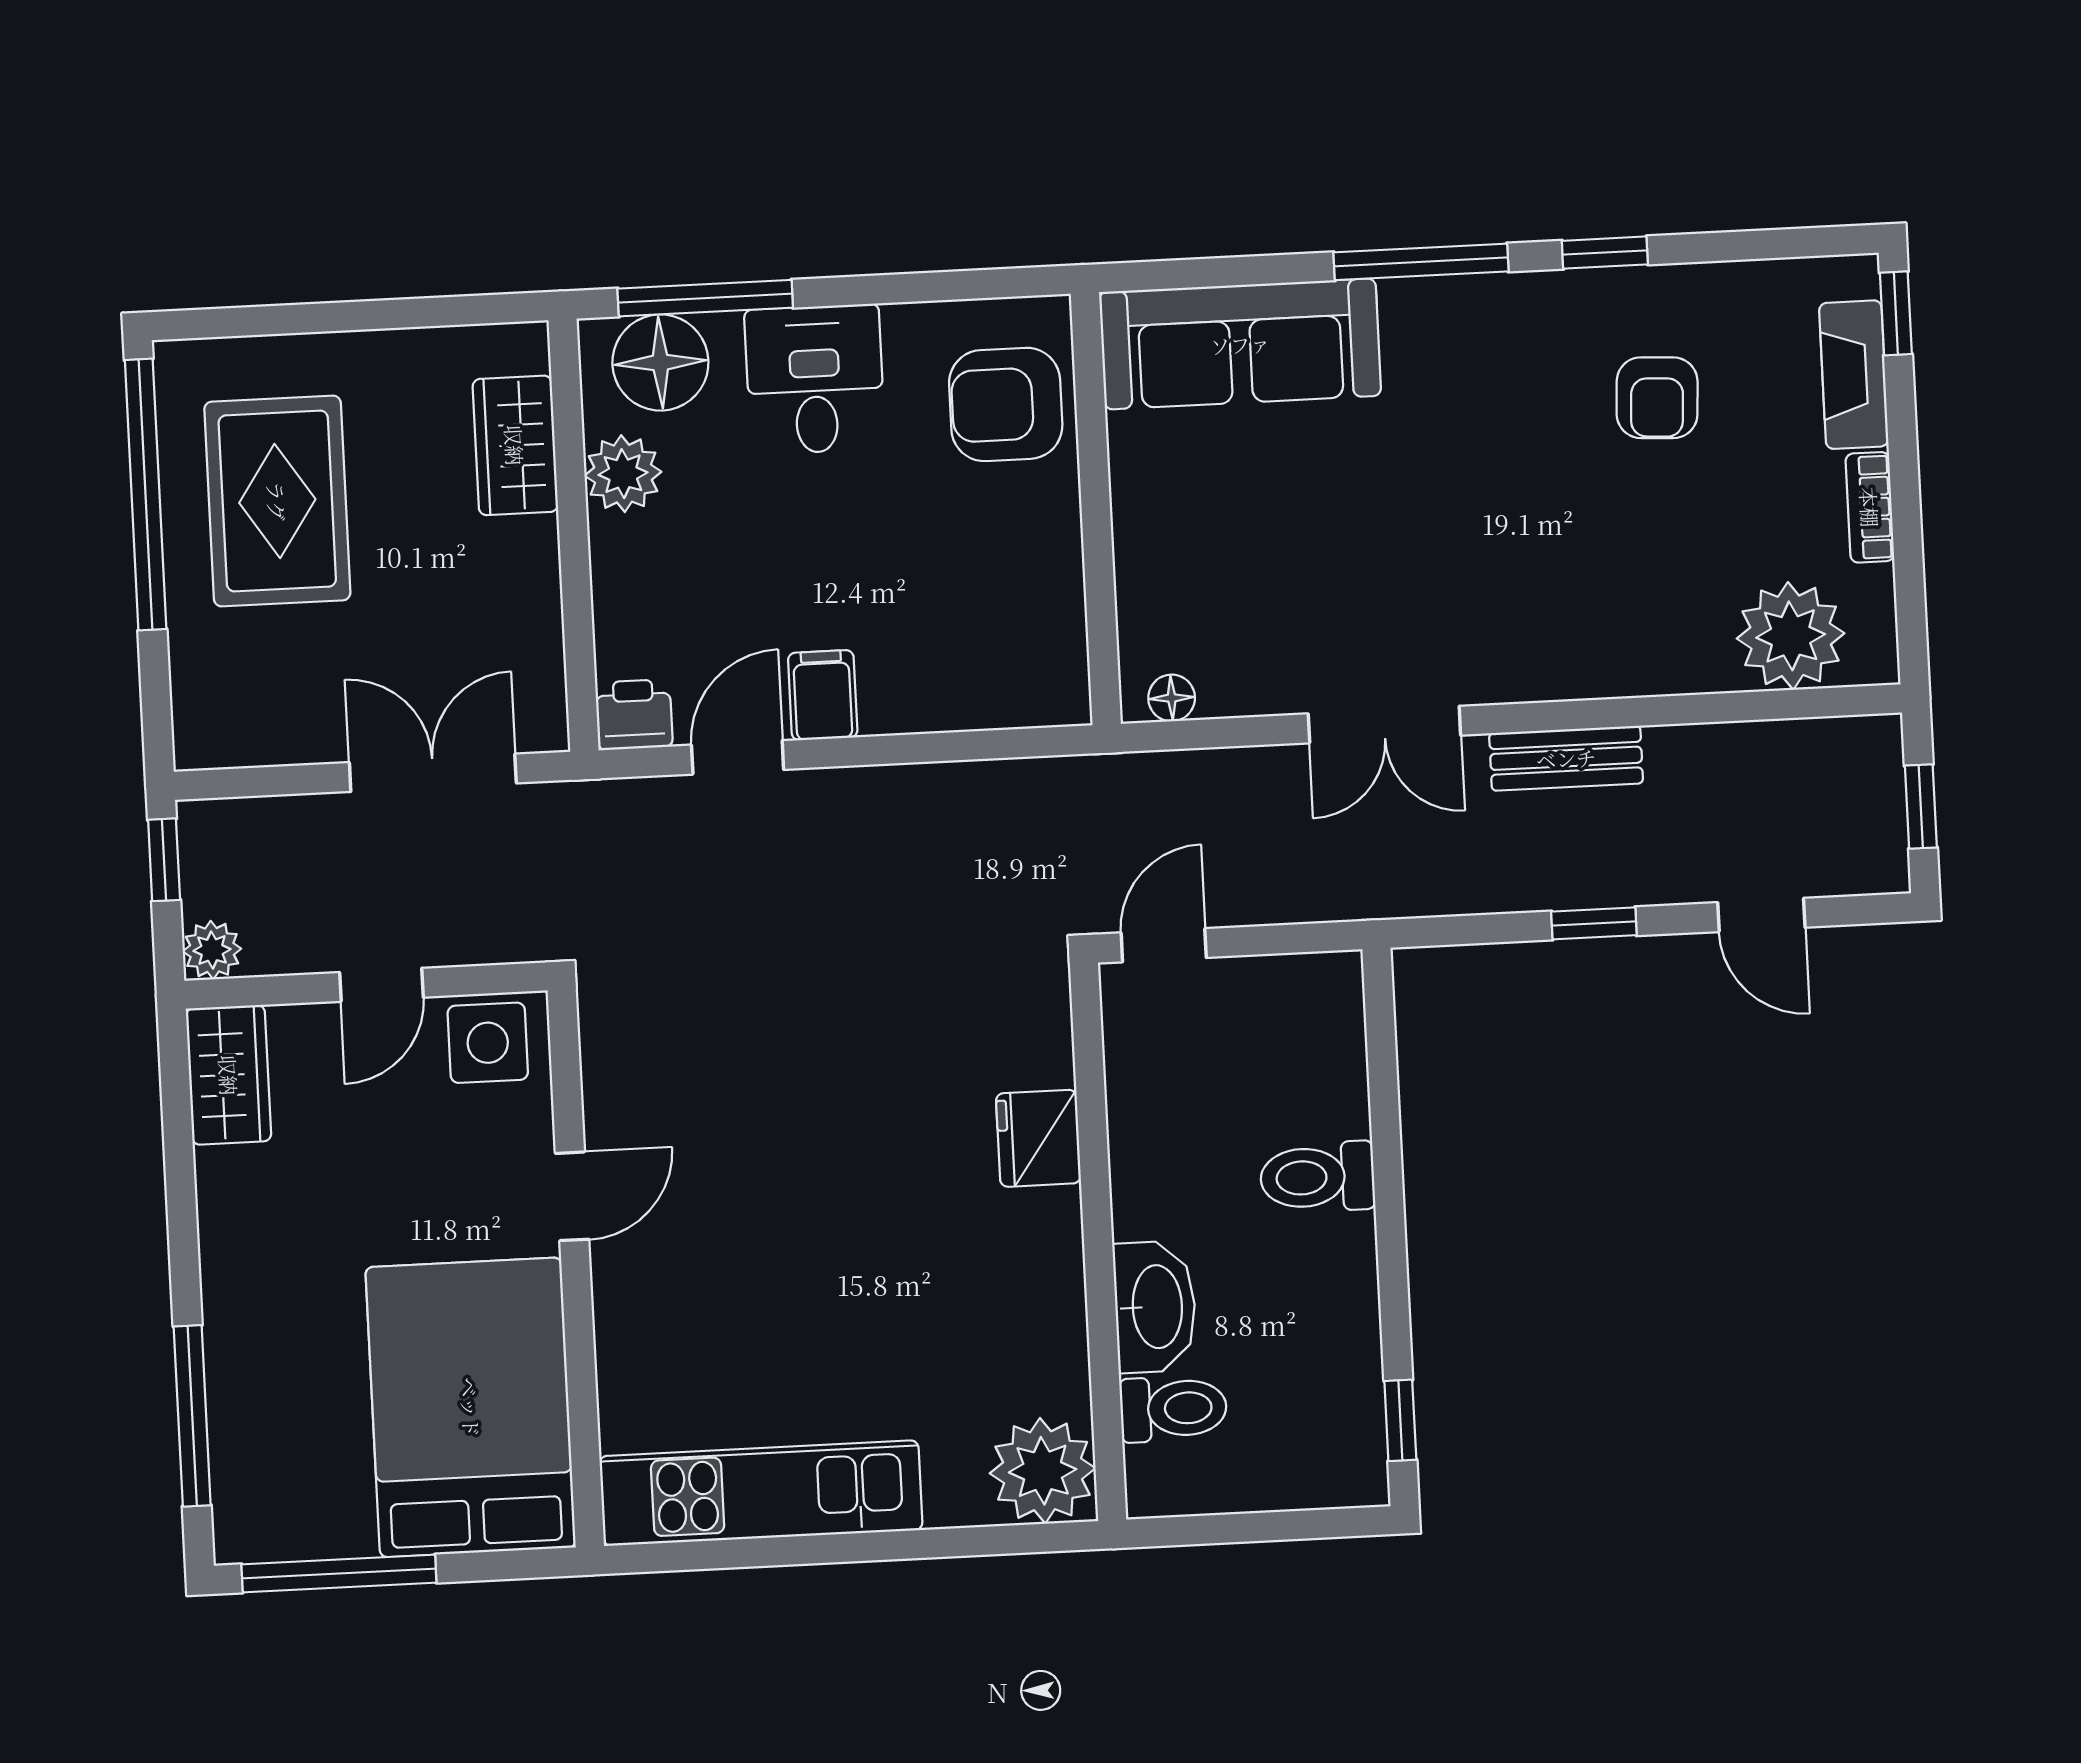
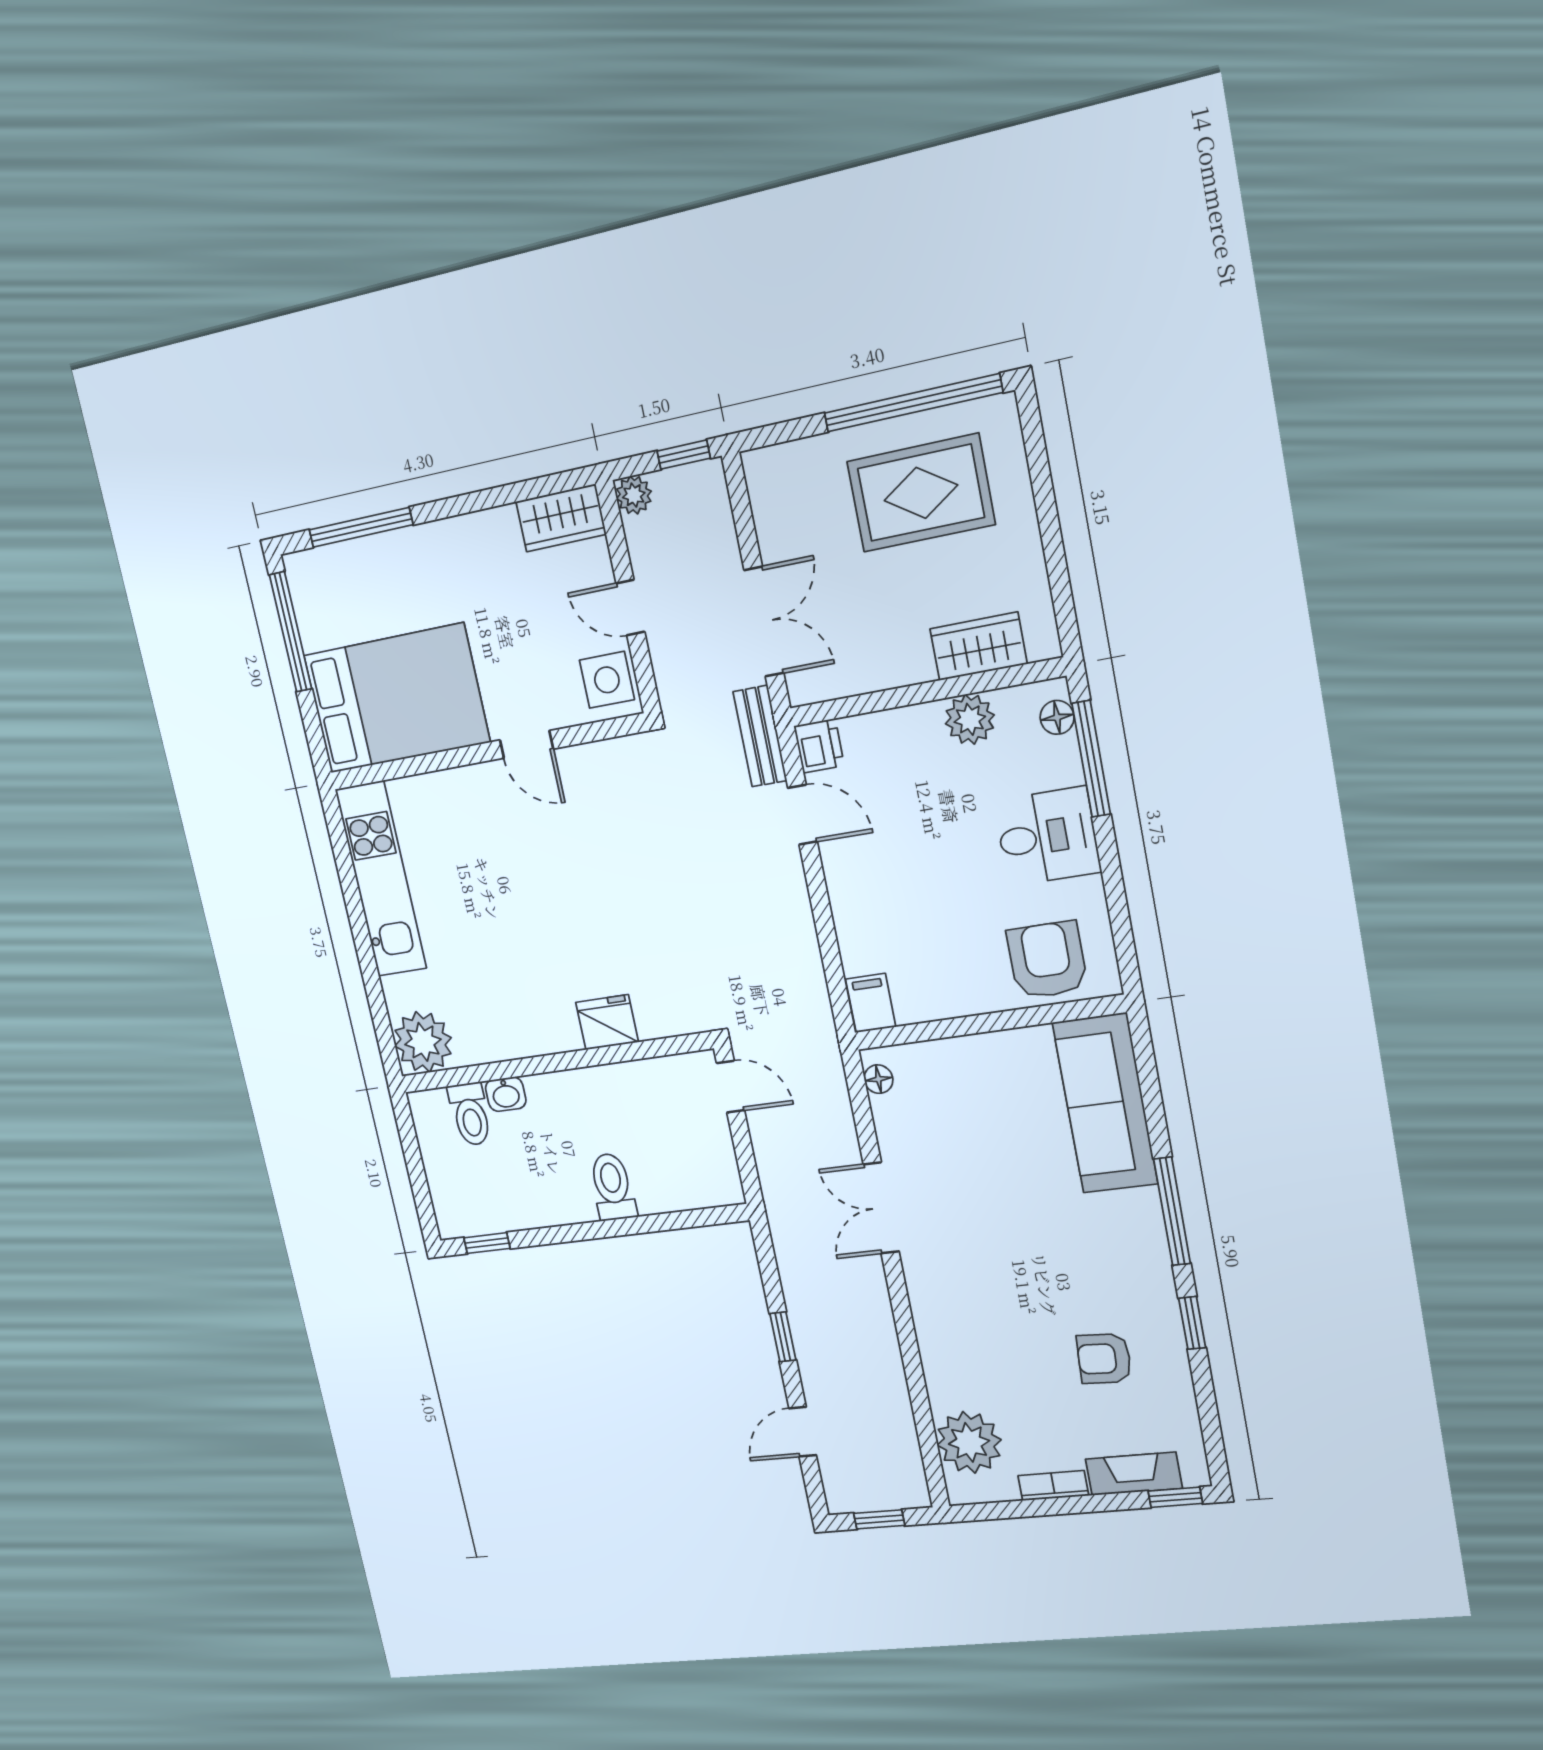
floor lamp: (660, 363) -> (1057, 717), width x0.53, depth x0.53
filing cabinet: (823, 695) -> (871, 1003), moved, turned -90
bench: (1566, 758) -> (760, 736), moved
washbasin: (1155, 1307) -> (506, 1094), width x0.52, depth x0.69

